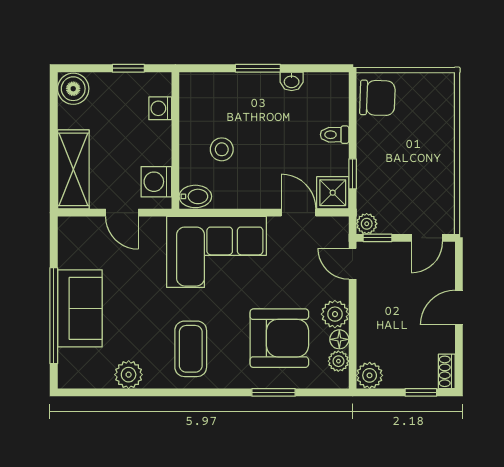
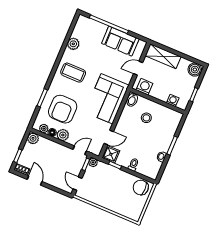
chair: (377, 98) -> (141, 188), turned 88
door: (459, 307) -> (35, 180), moved
sofa: (80, 308) -> (120, 41), moved

